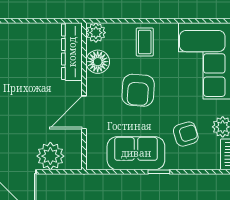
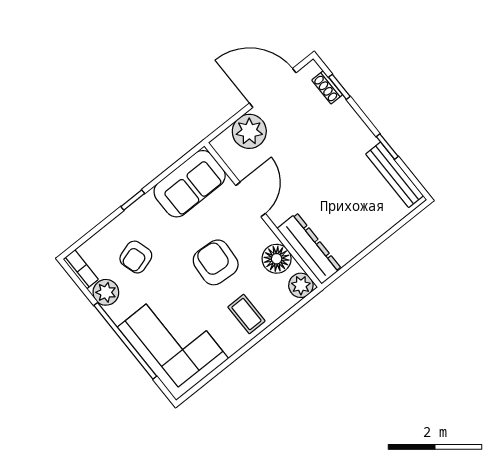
sofa: (136, 153) -> (190, 184), moved

